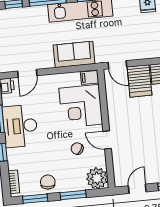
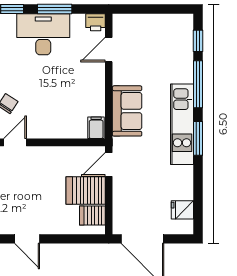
door: (27, 73) -> (109, 50), hinge flipped
corner desk: (81, 106) -> (61, 113), removed

